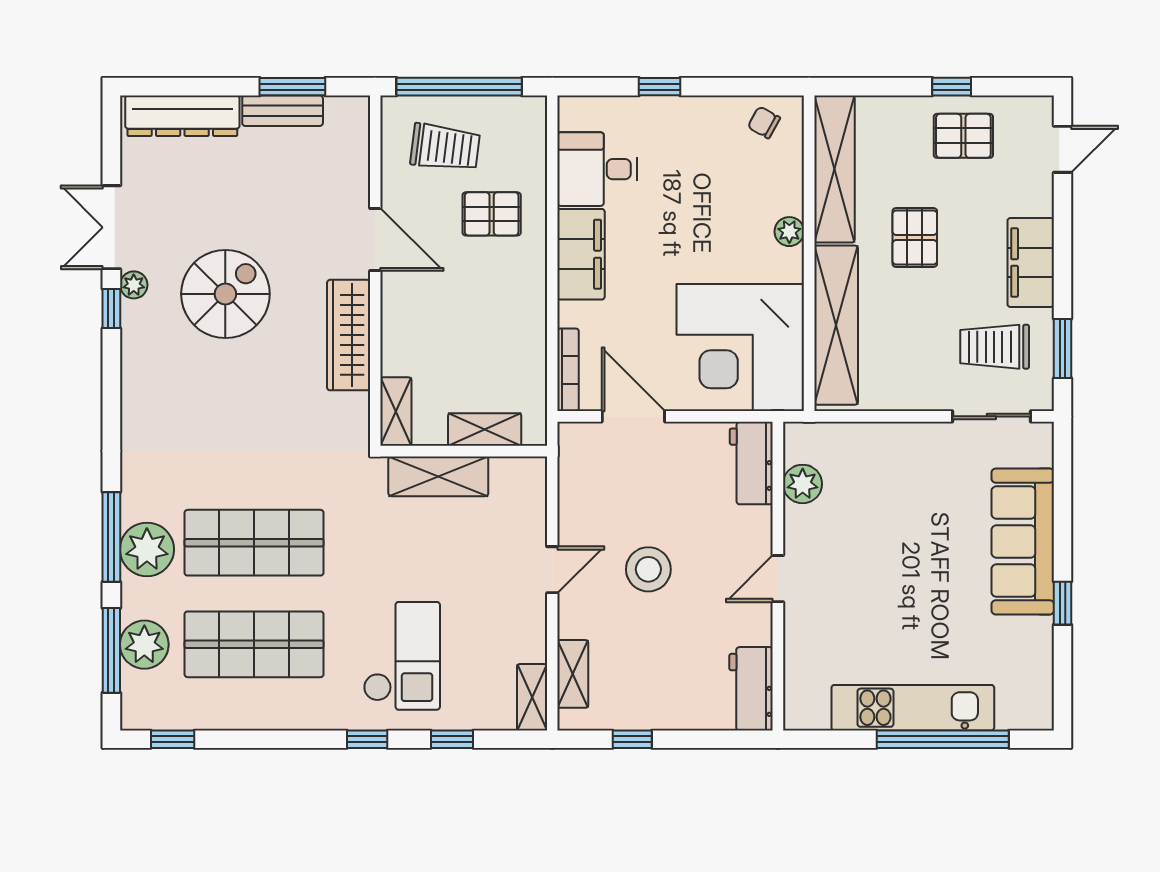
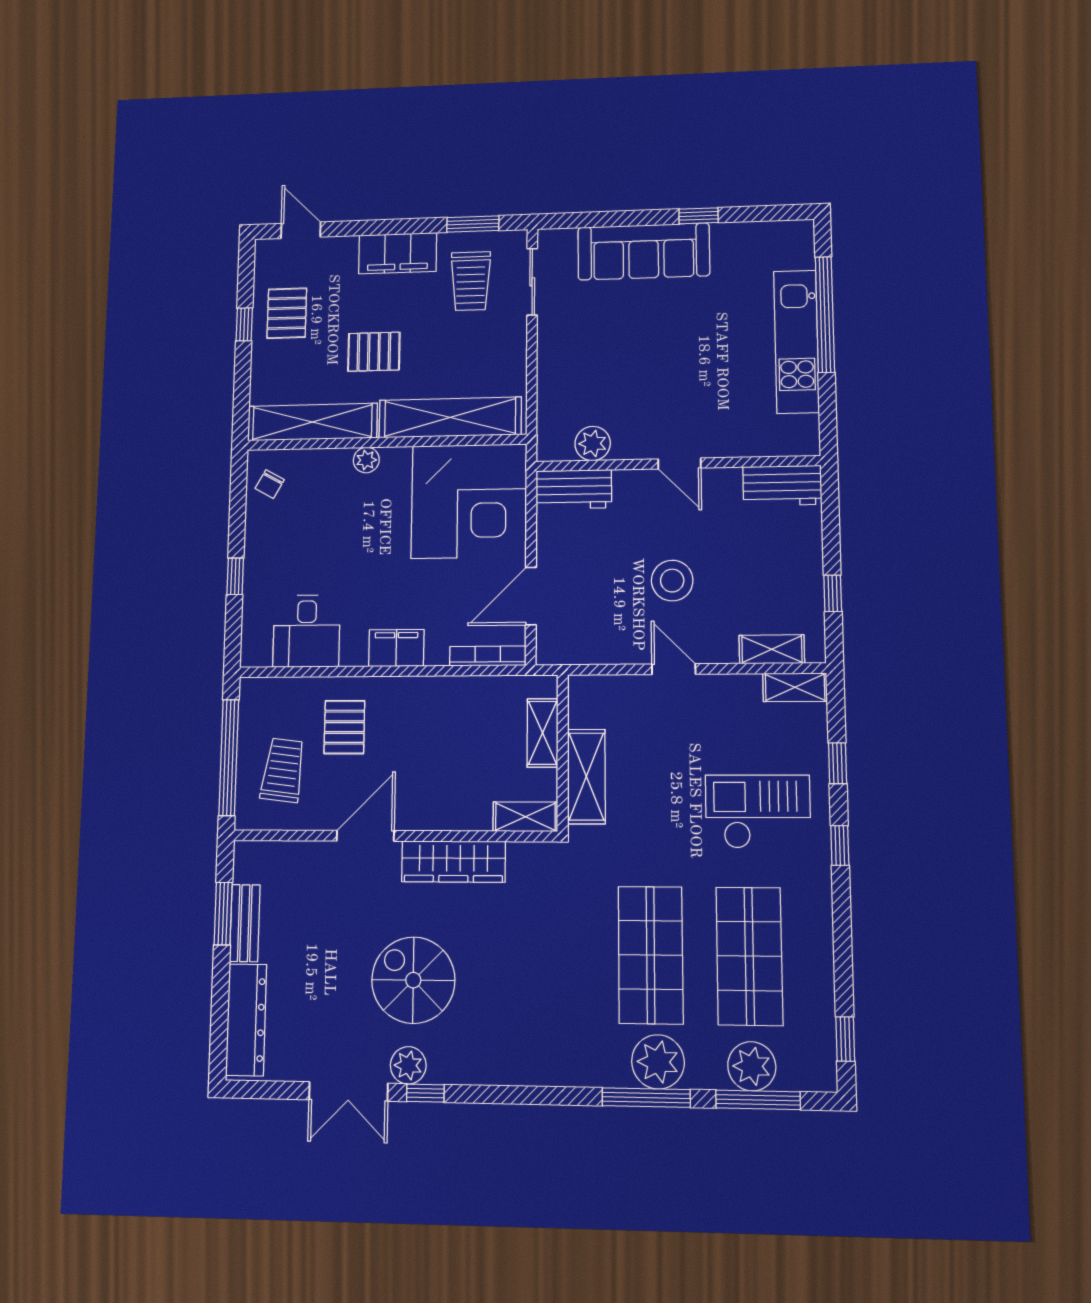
filing cabinet: (581, 254) -> (396, 648), width x0.67, depth x0.86
plant: (134, 285) -> (408, 1065), width x1.38, depth x1.38

